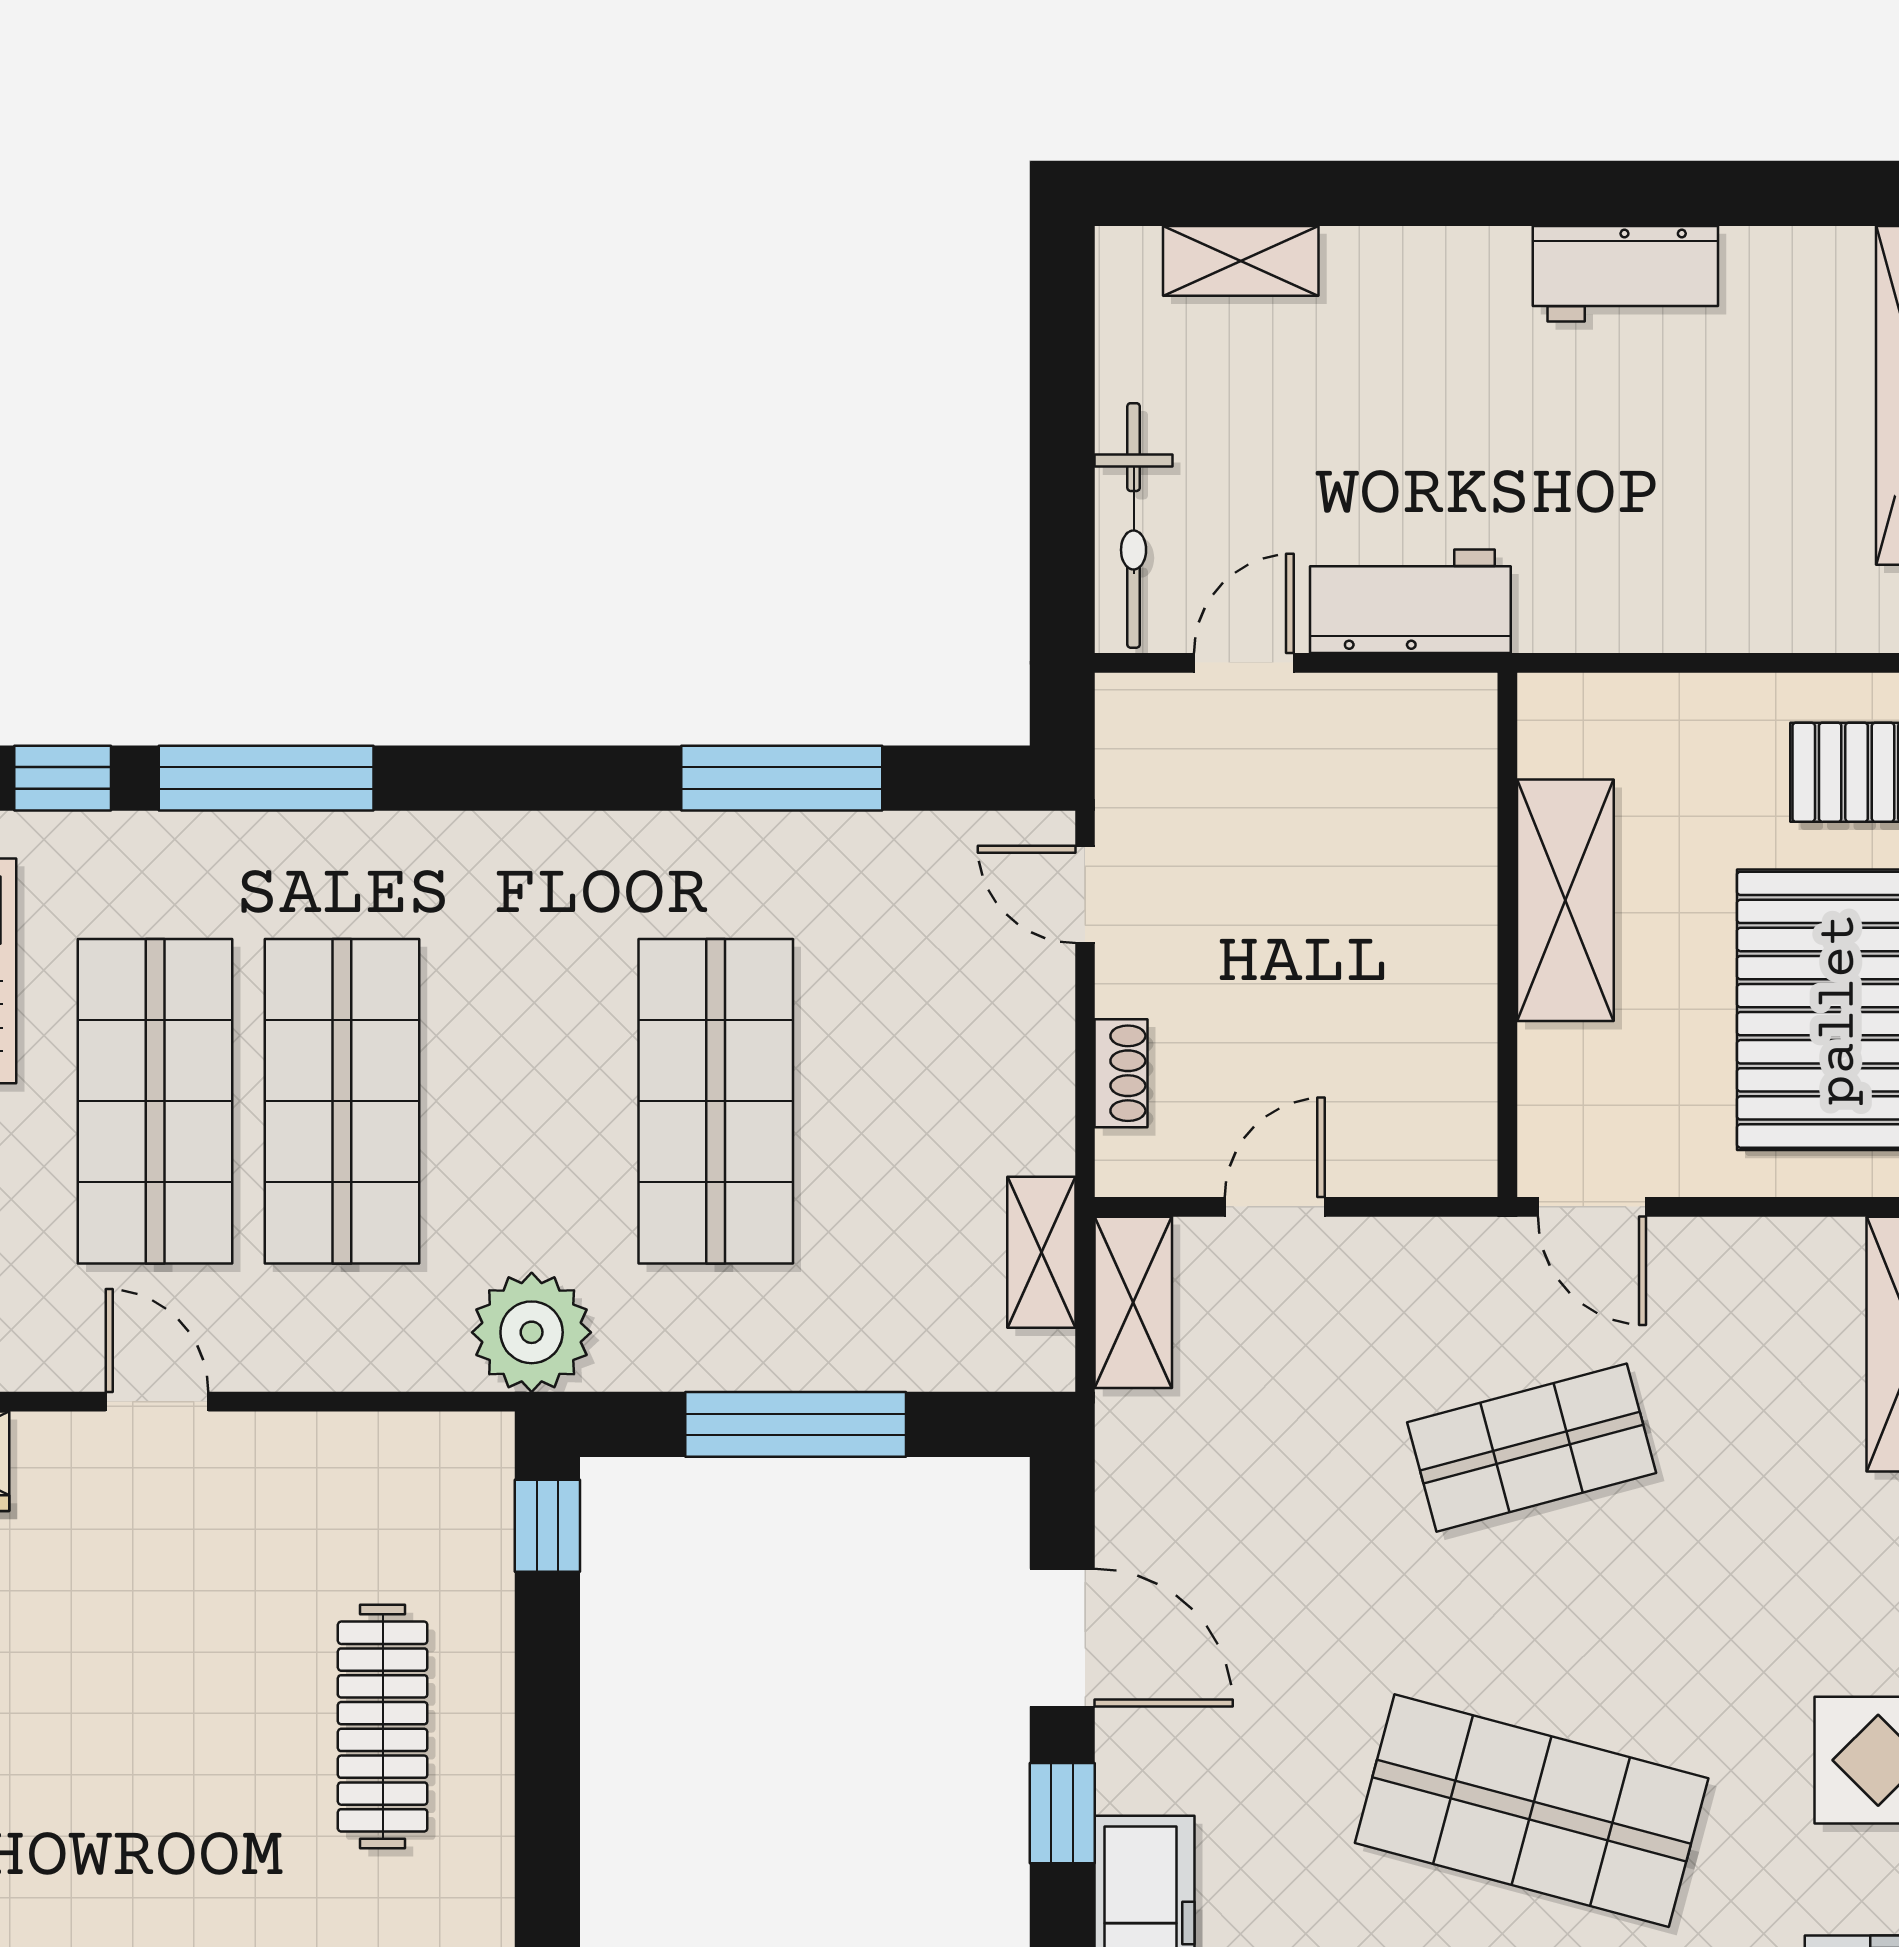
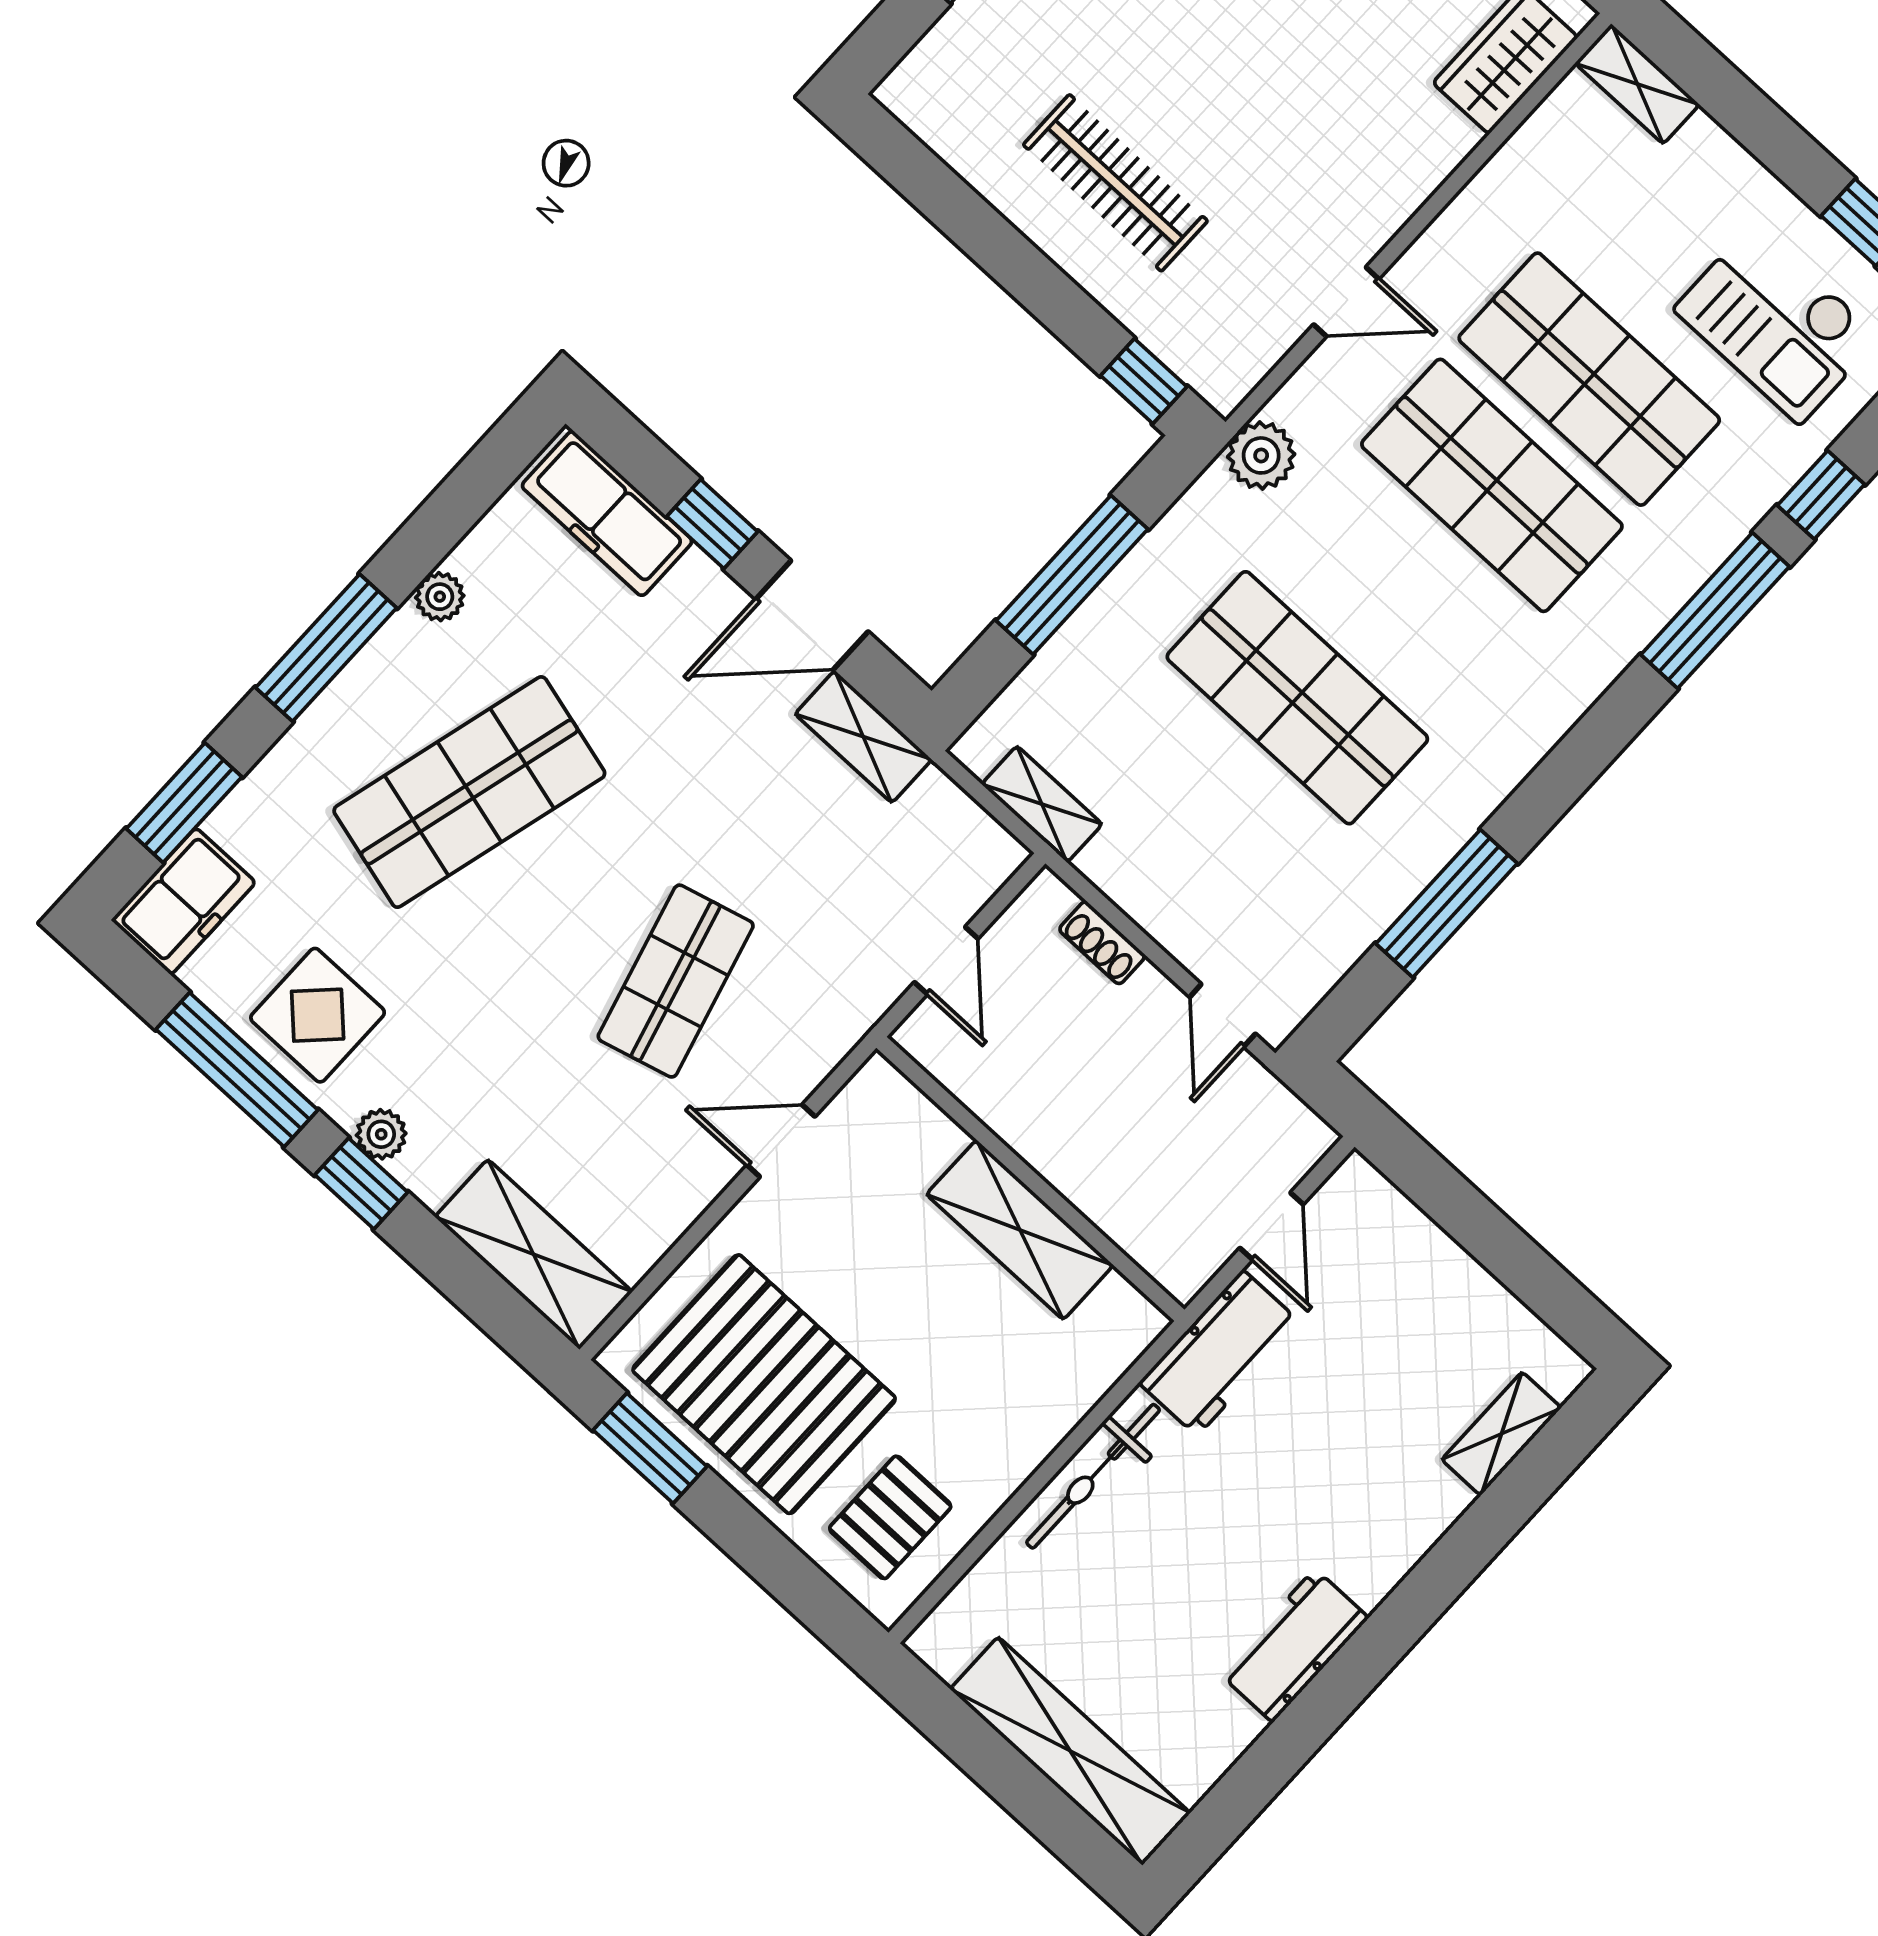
bicycle: (1134, 525) -> (1093, 1476), moved, turned -90
door: (1085, 894) -> (1223, 1015), swing flipped
shelving: (1565, 900) -> (1020, 1230), moved
wall: (1507, 935) -> (1030, 1179), moved
shelving: (1133, 1302) -> (863, 737), moved
plant: (532, 1332) -> (1261, 455), width x0.73, depth x0.73
door: (157, 1402) -> (1346, 302), moved

